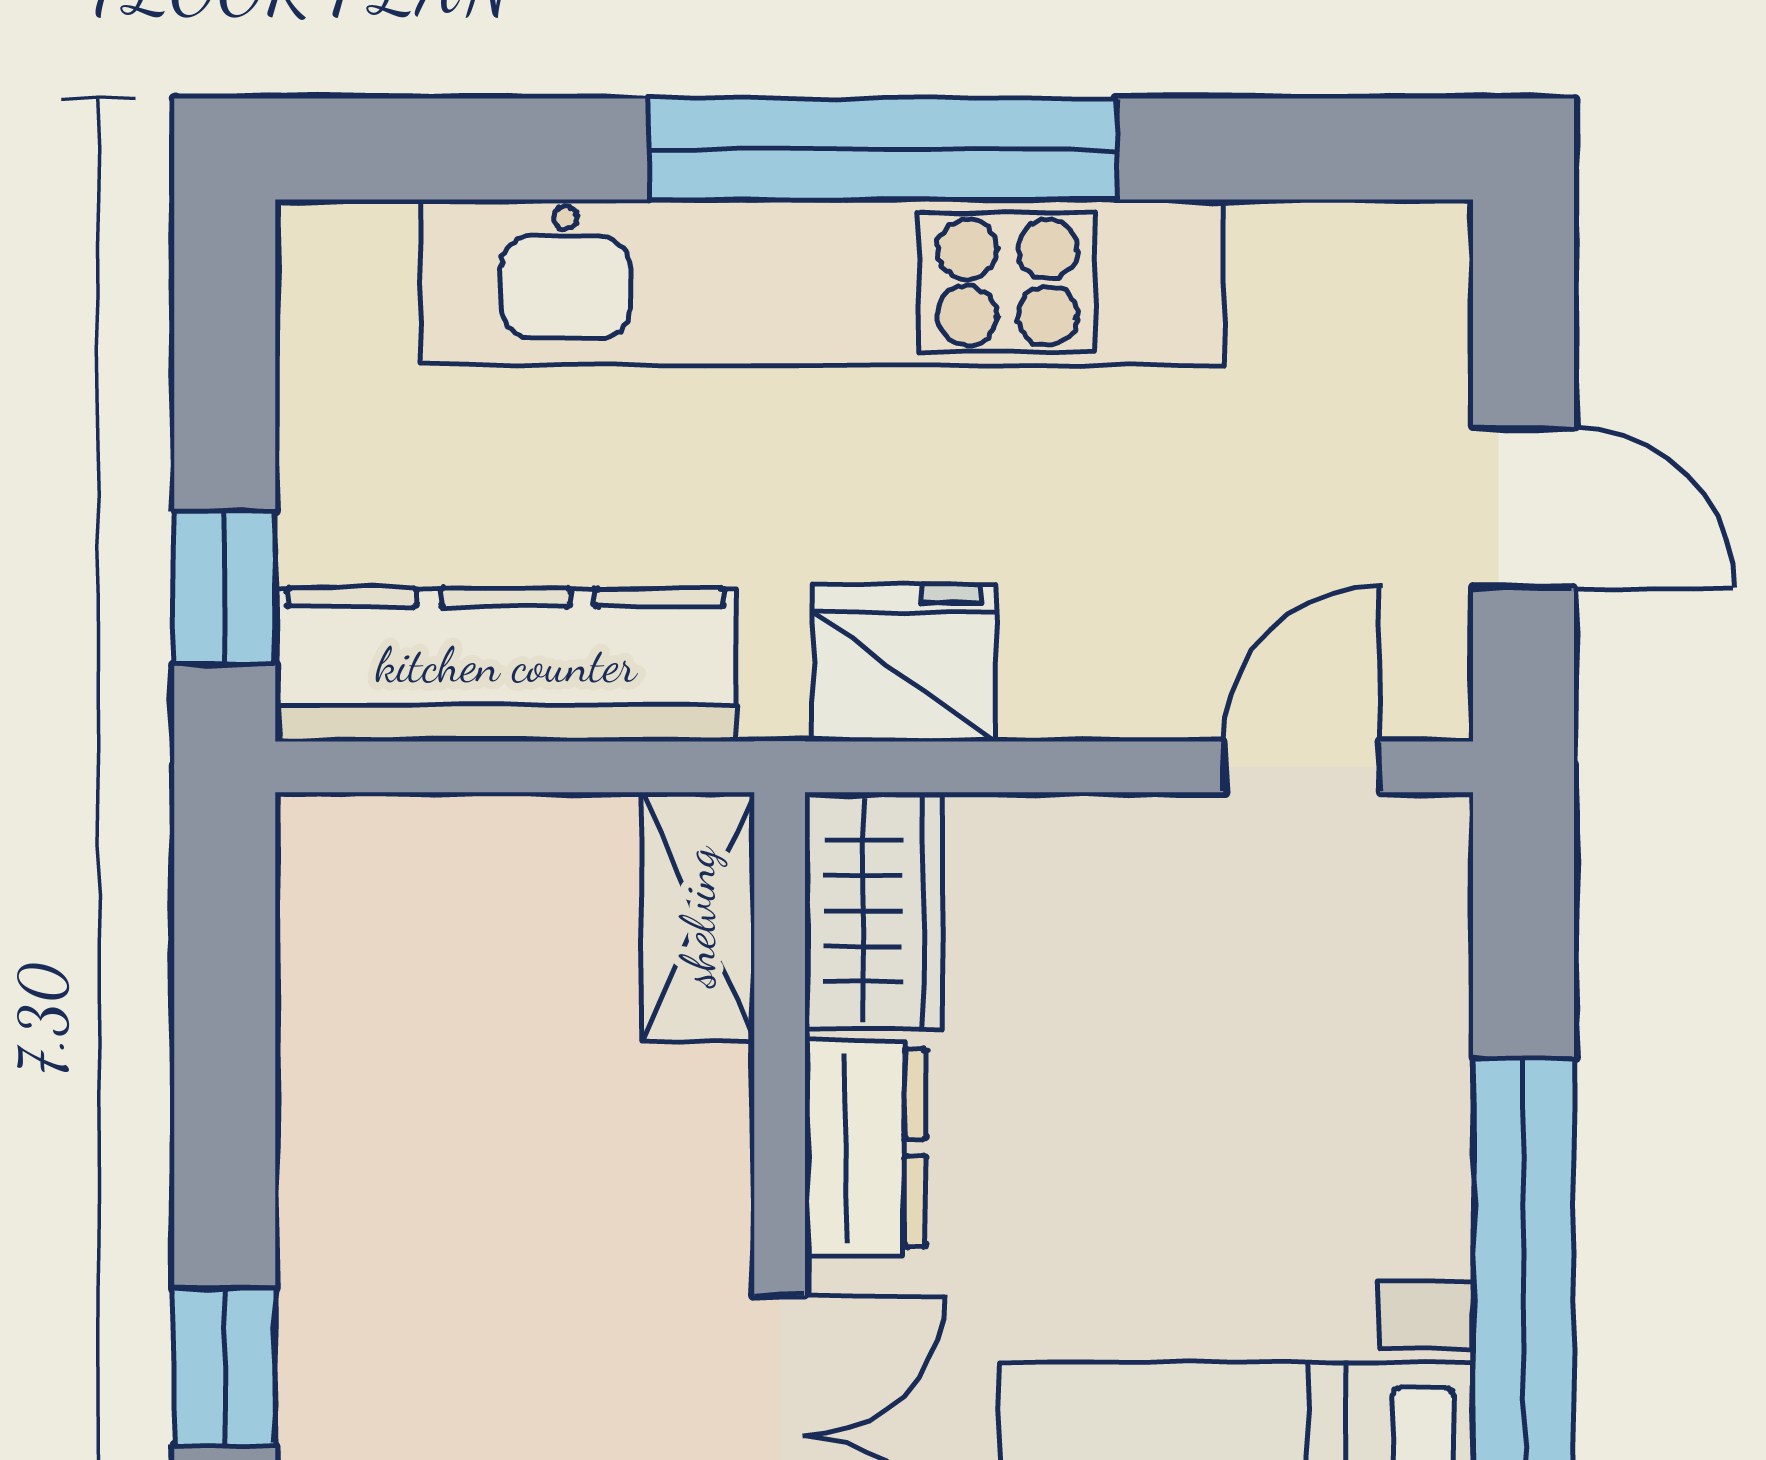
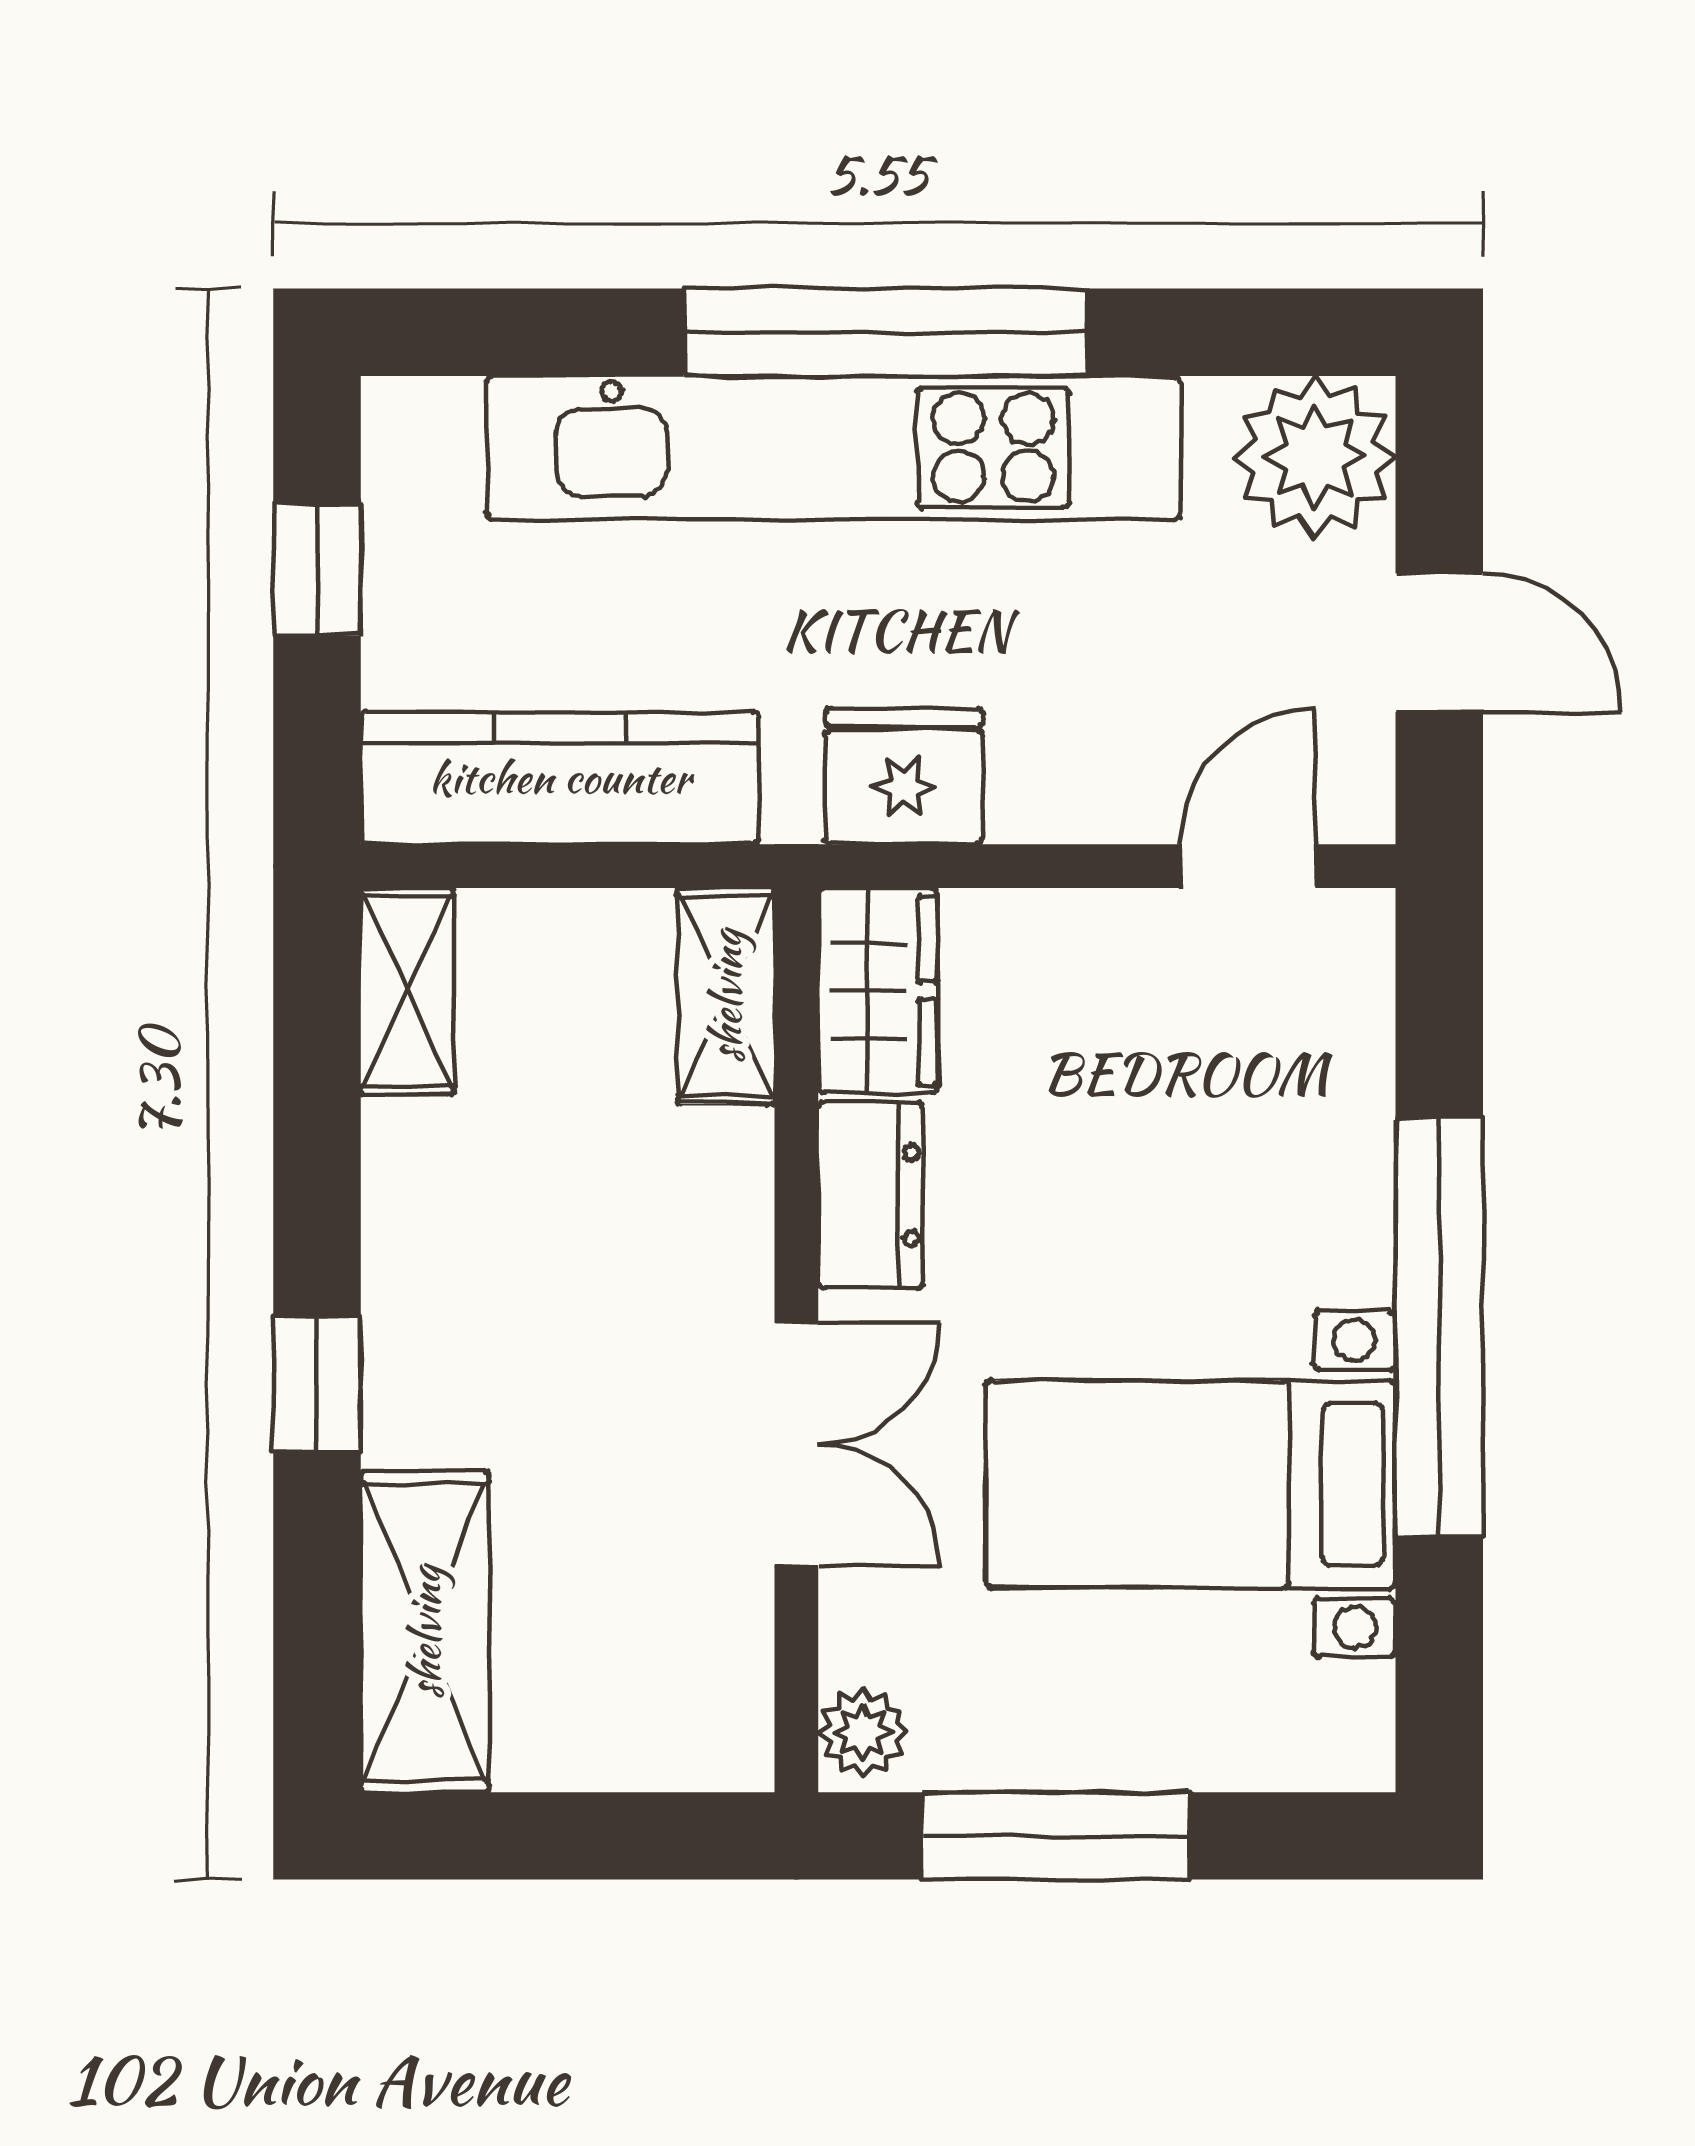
plant: (1379, 293) -> (1315, 457), added
window: (225, 588) -> (317, 569), moved
shelving: (329, 911) -> (407, 991), added

